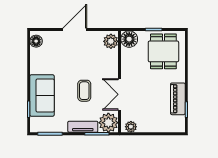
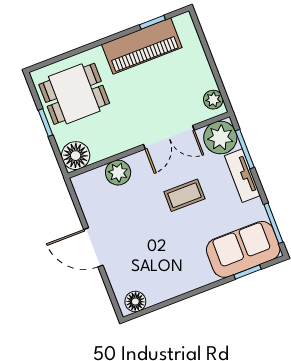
plant: (111, 41) -> (118, 173), moved
sofa: (42, 95) -> (243, 249), moved
piano: (178, 99) -> (142, 46), width x1.37, depth x1.33

